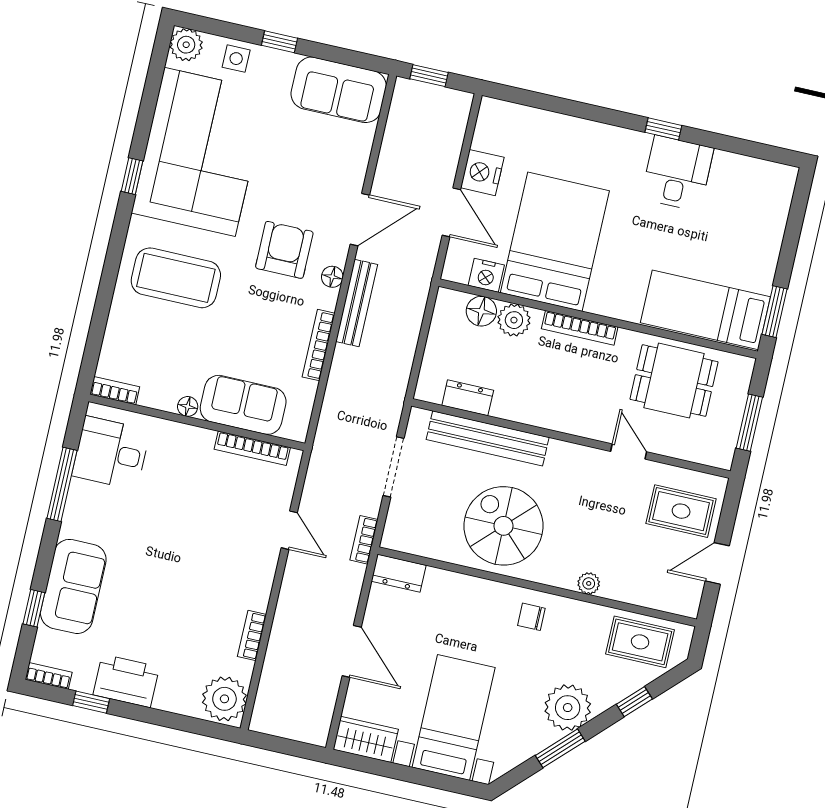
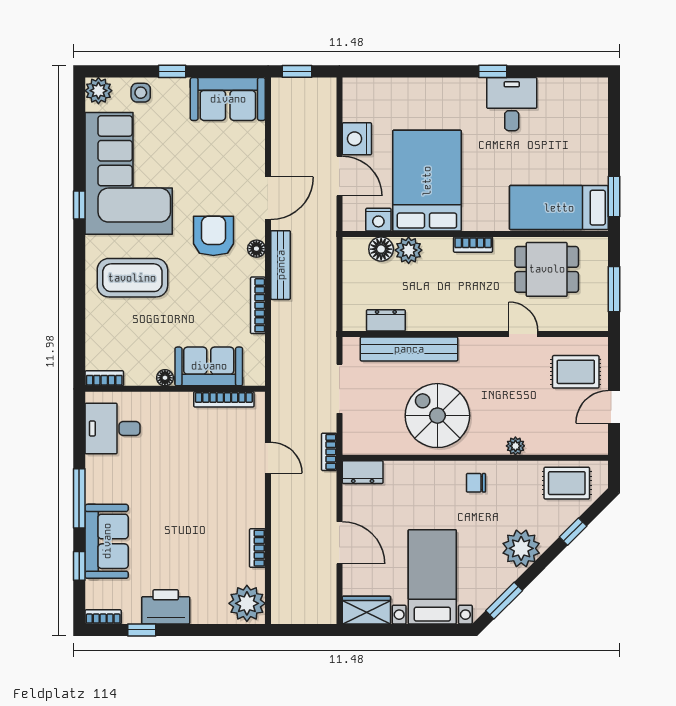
bookcase: (580, 328) -> (473, 245), width x0.64
window: (62, 484) -> (79, 498), moved
window: (560, 748) -> (504, 601), moved

